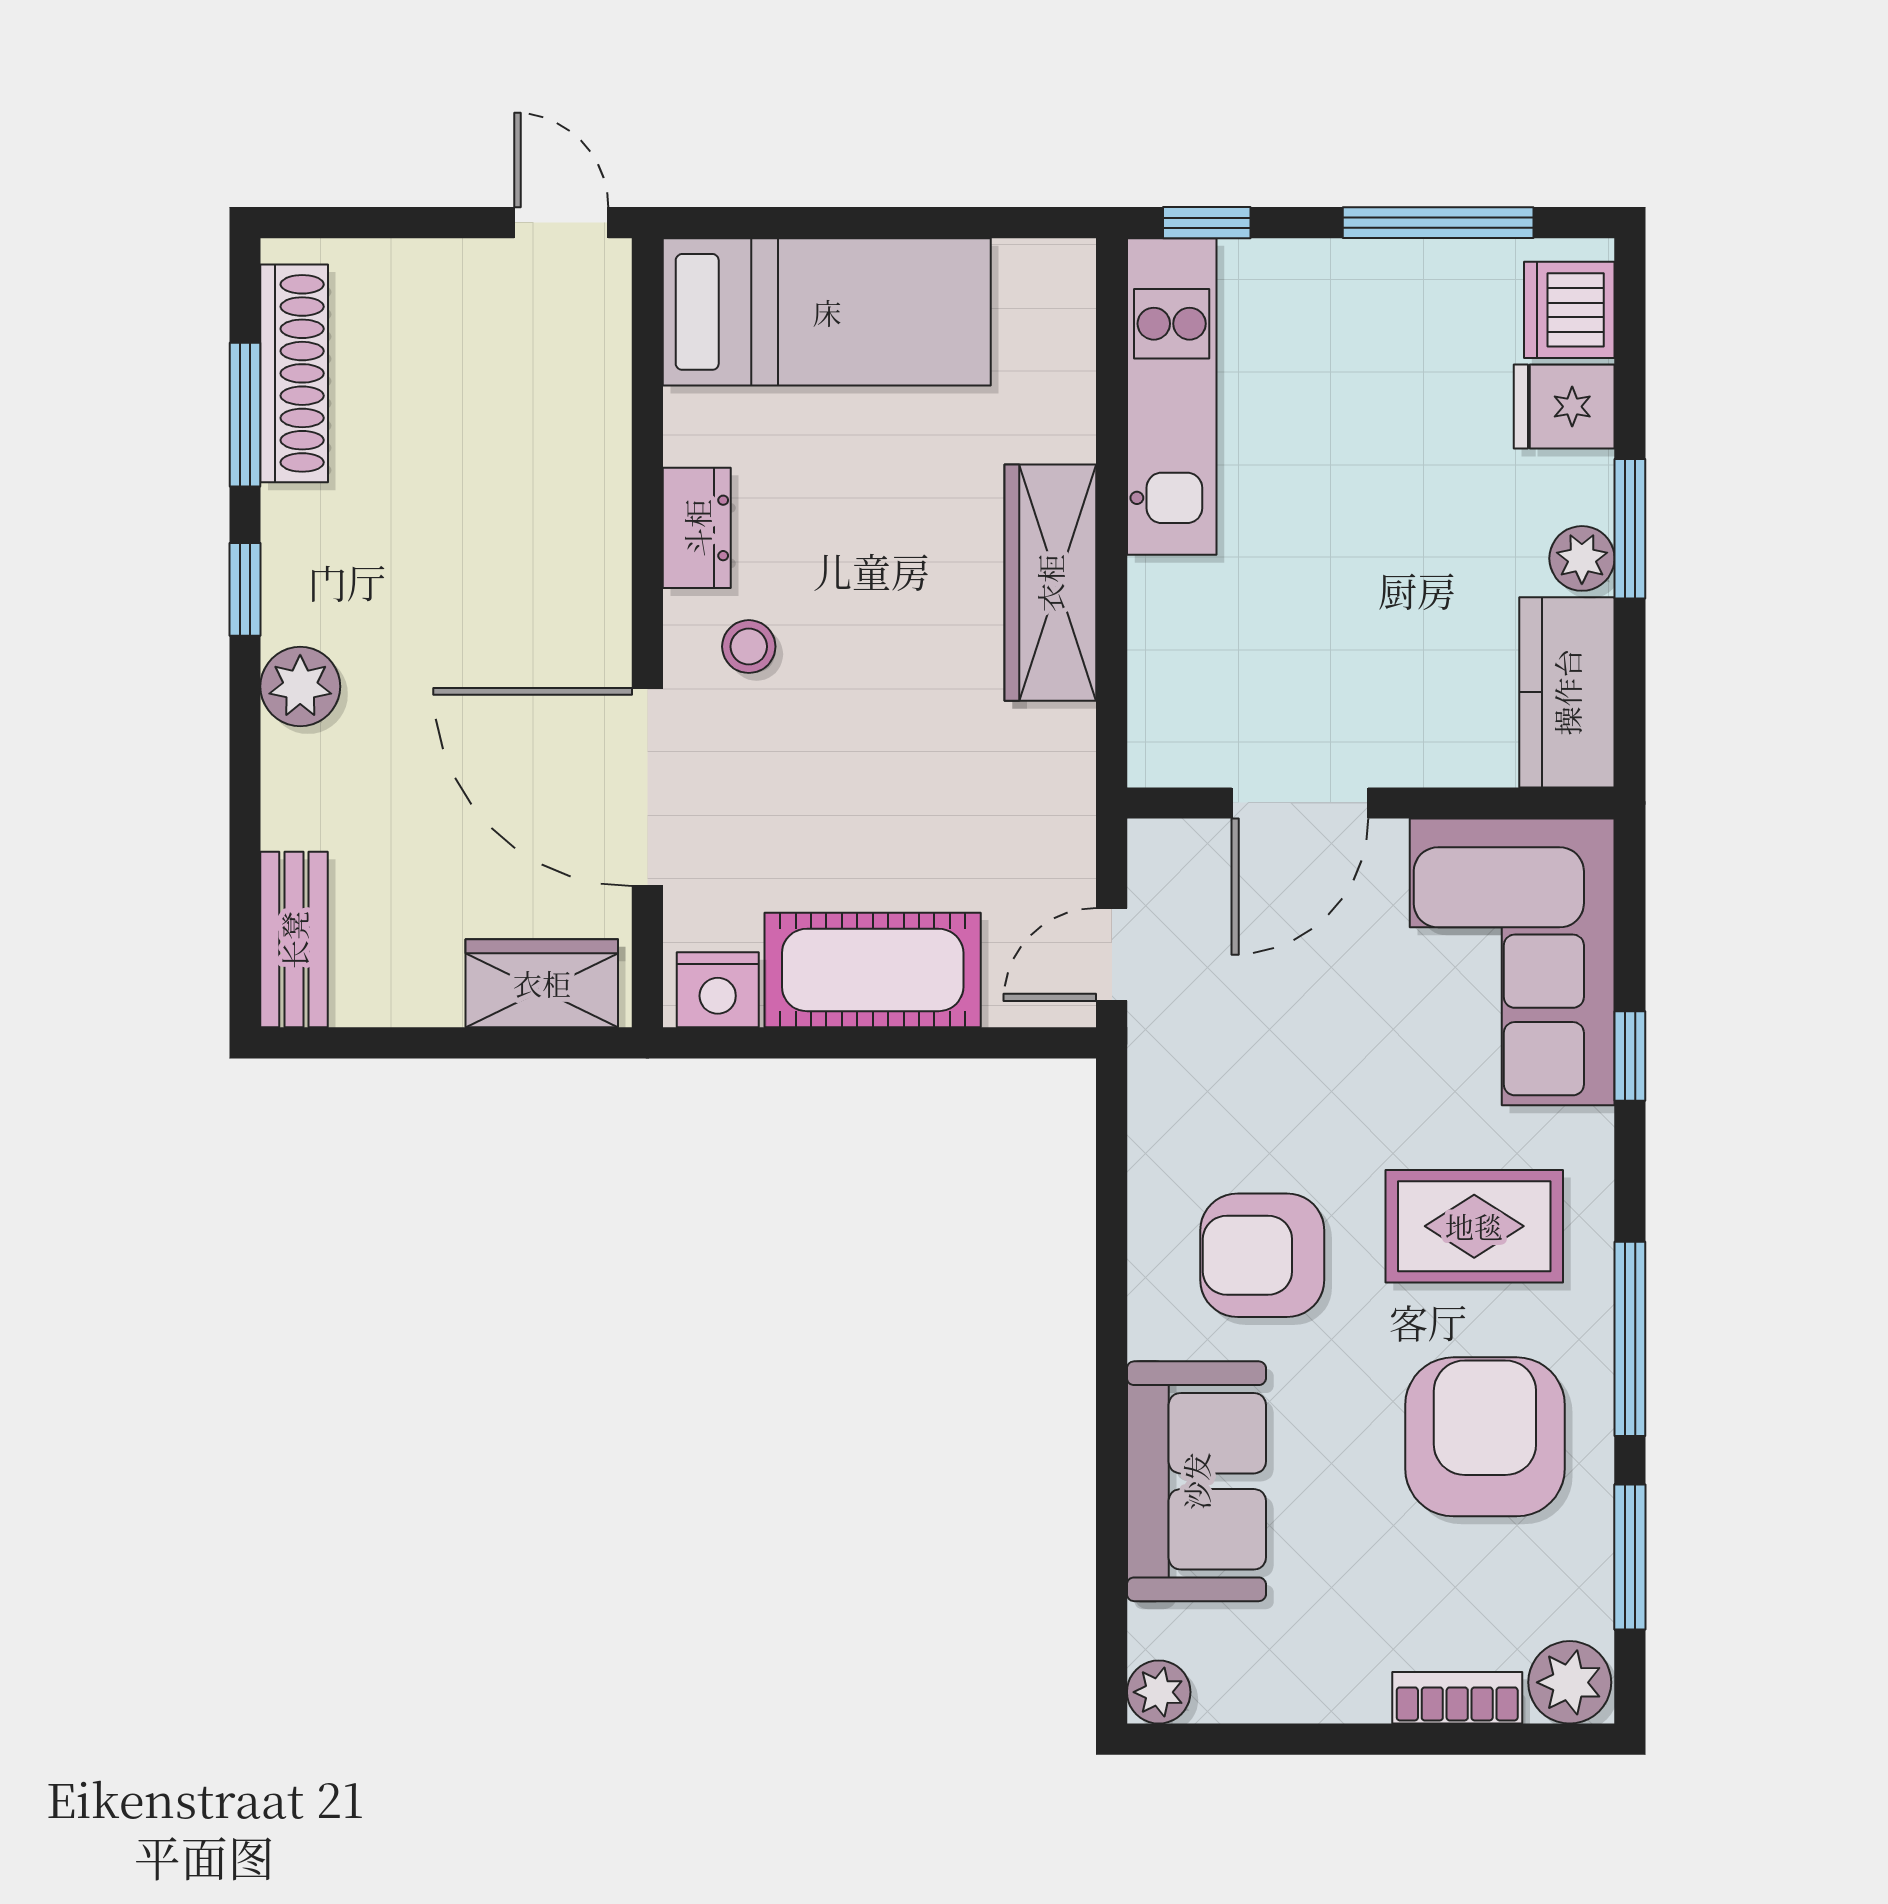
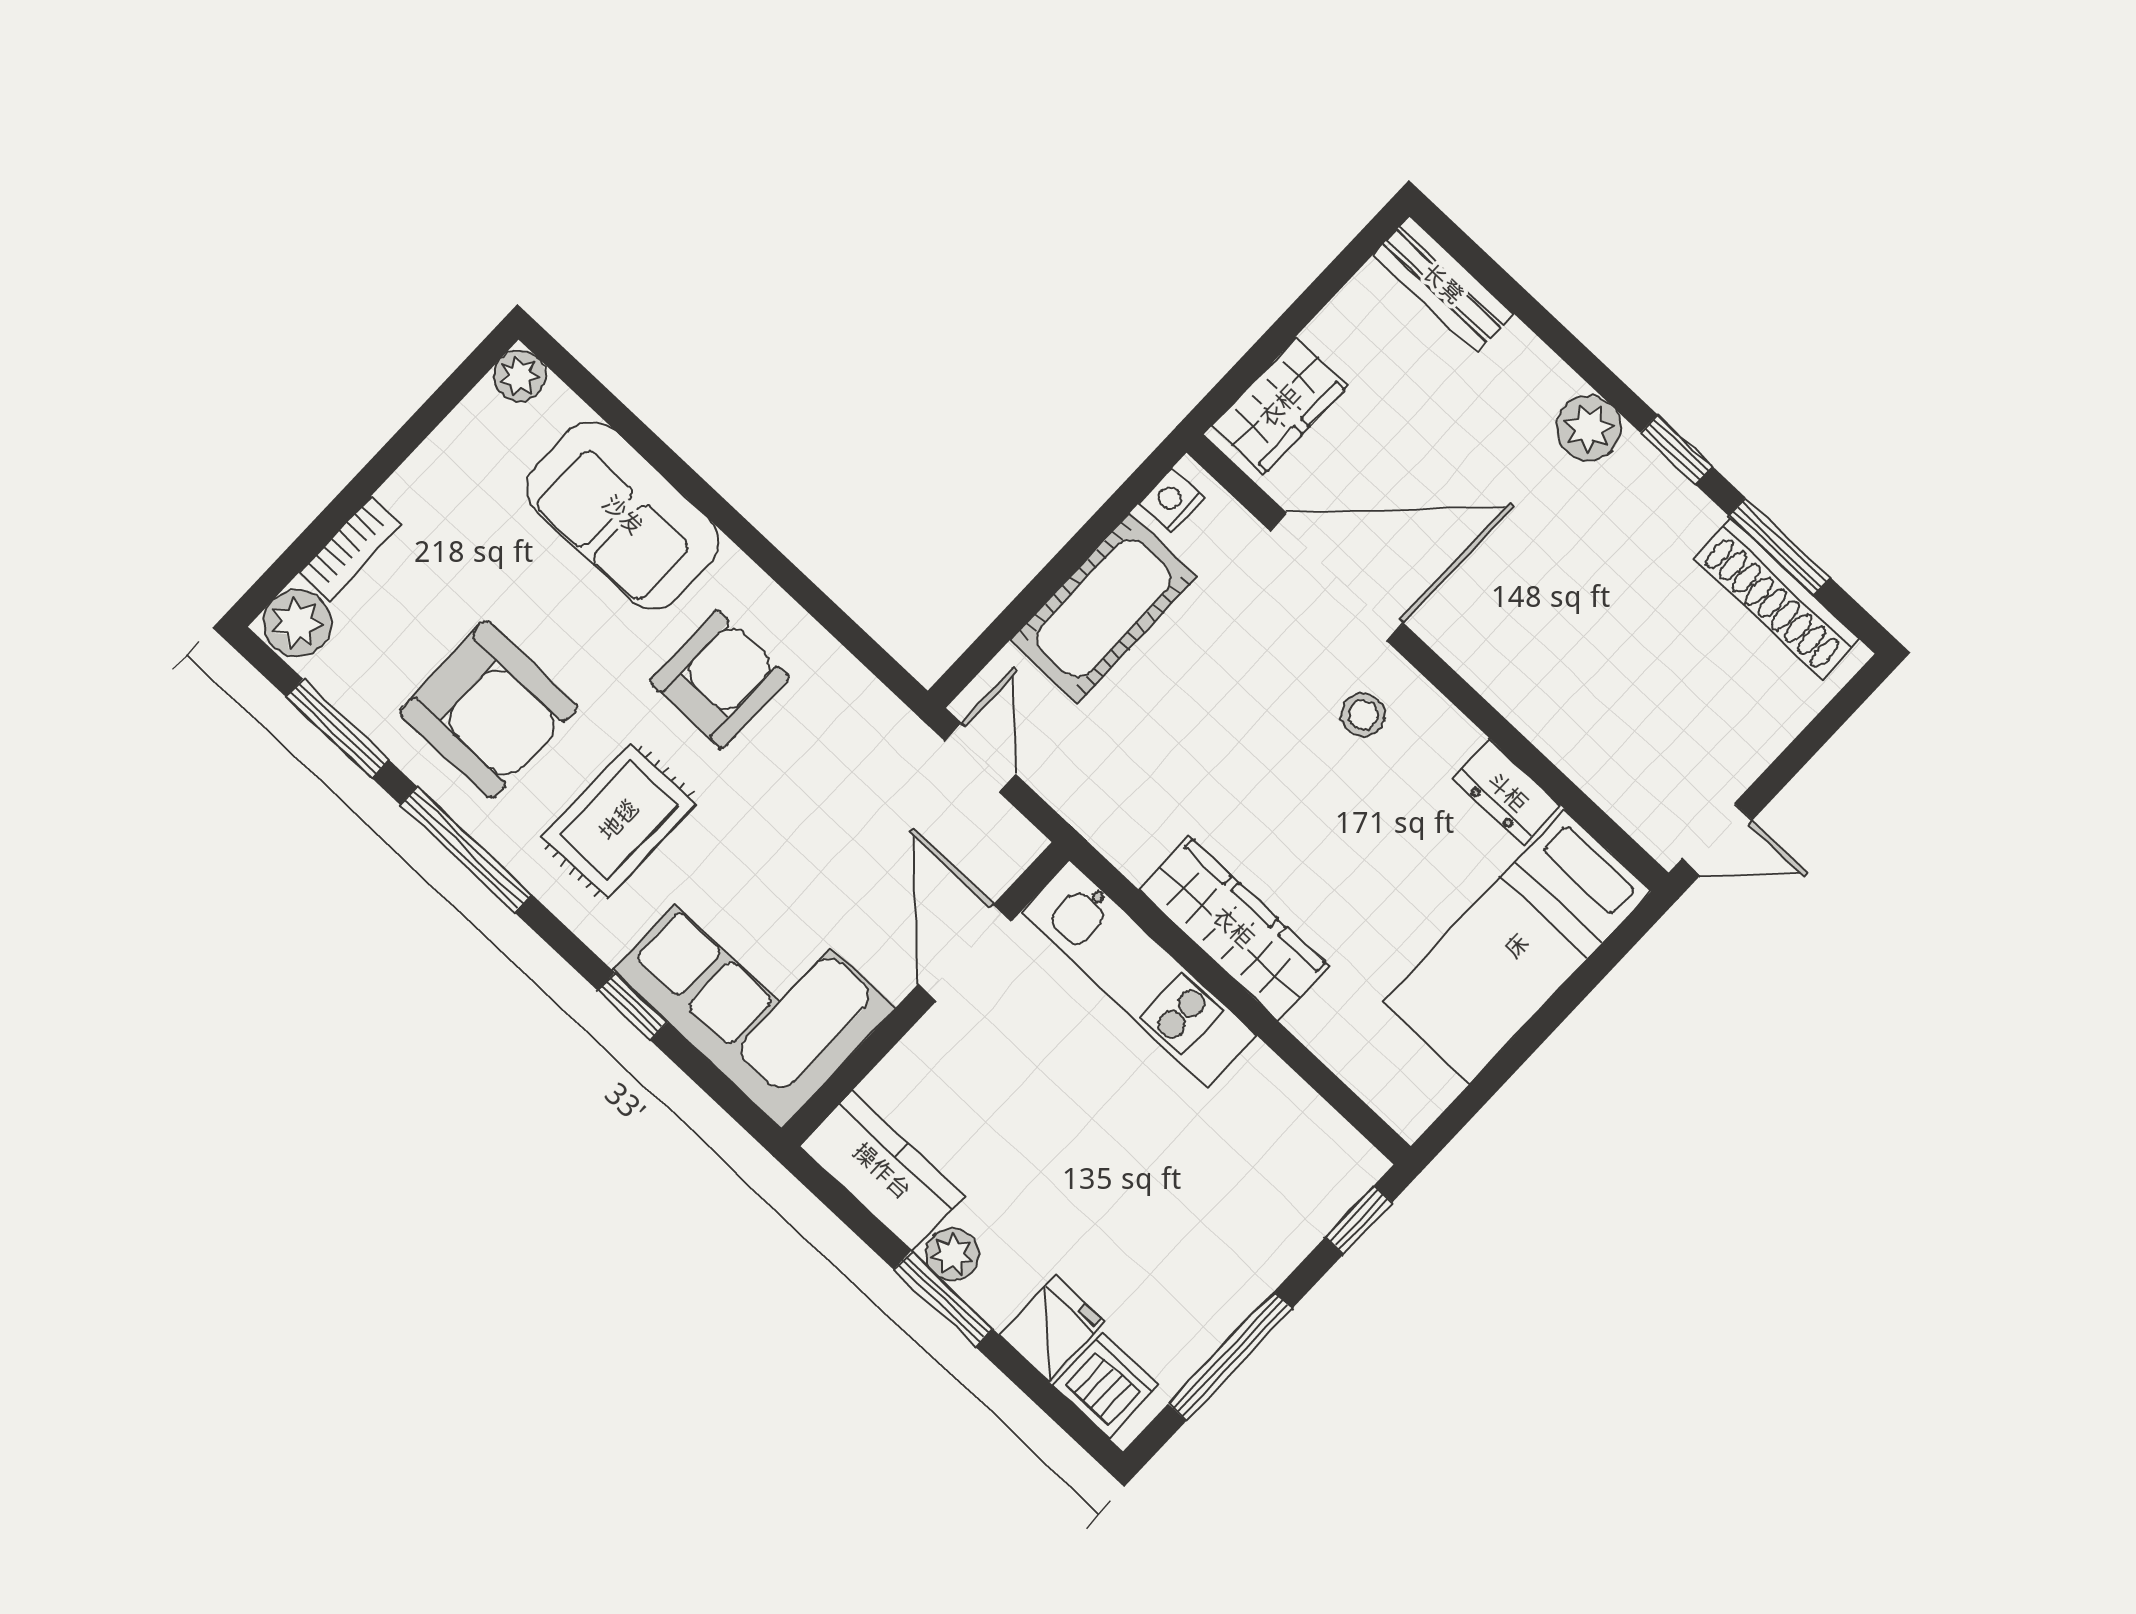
kitchen unit: (1172, 397) -> (1139, 974), moved
dresser: (697, 528) -> (1507, 792), moved
nightstand: (718, 990) -> (1172, 500), width x0.72, depth x0.74

